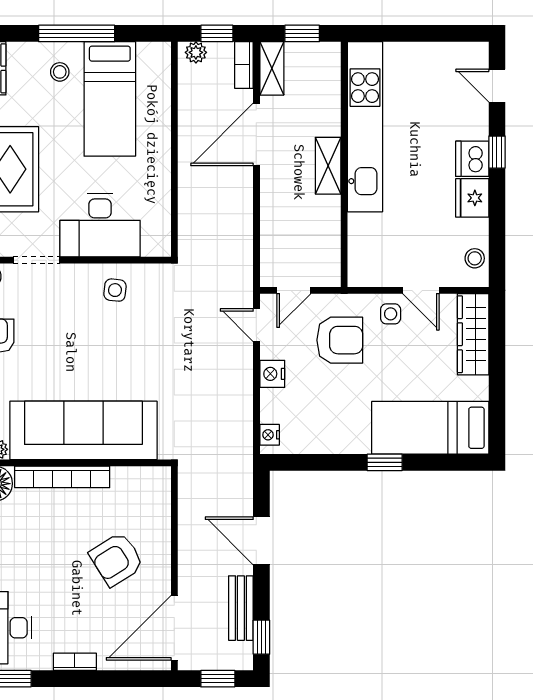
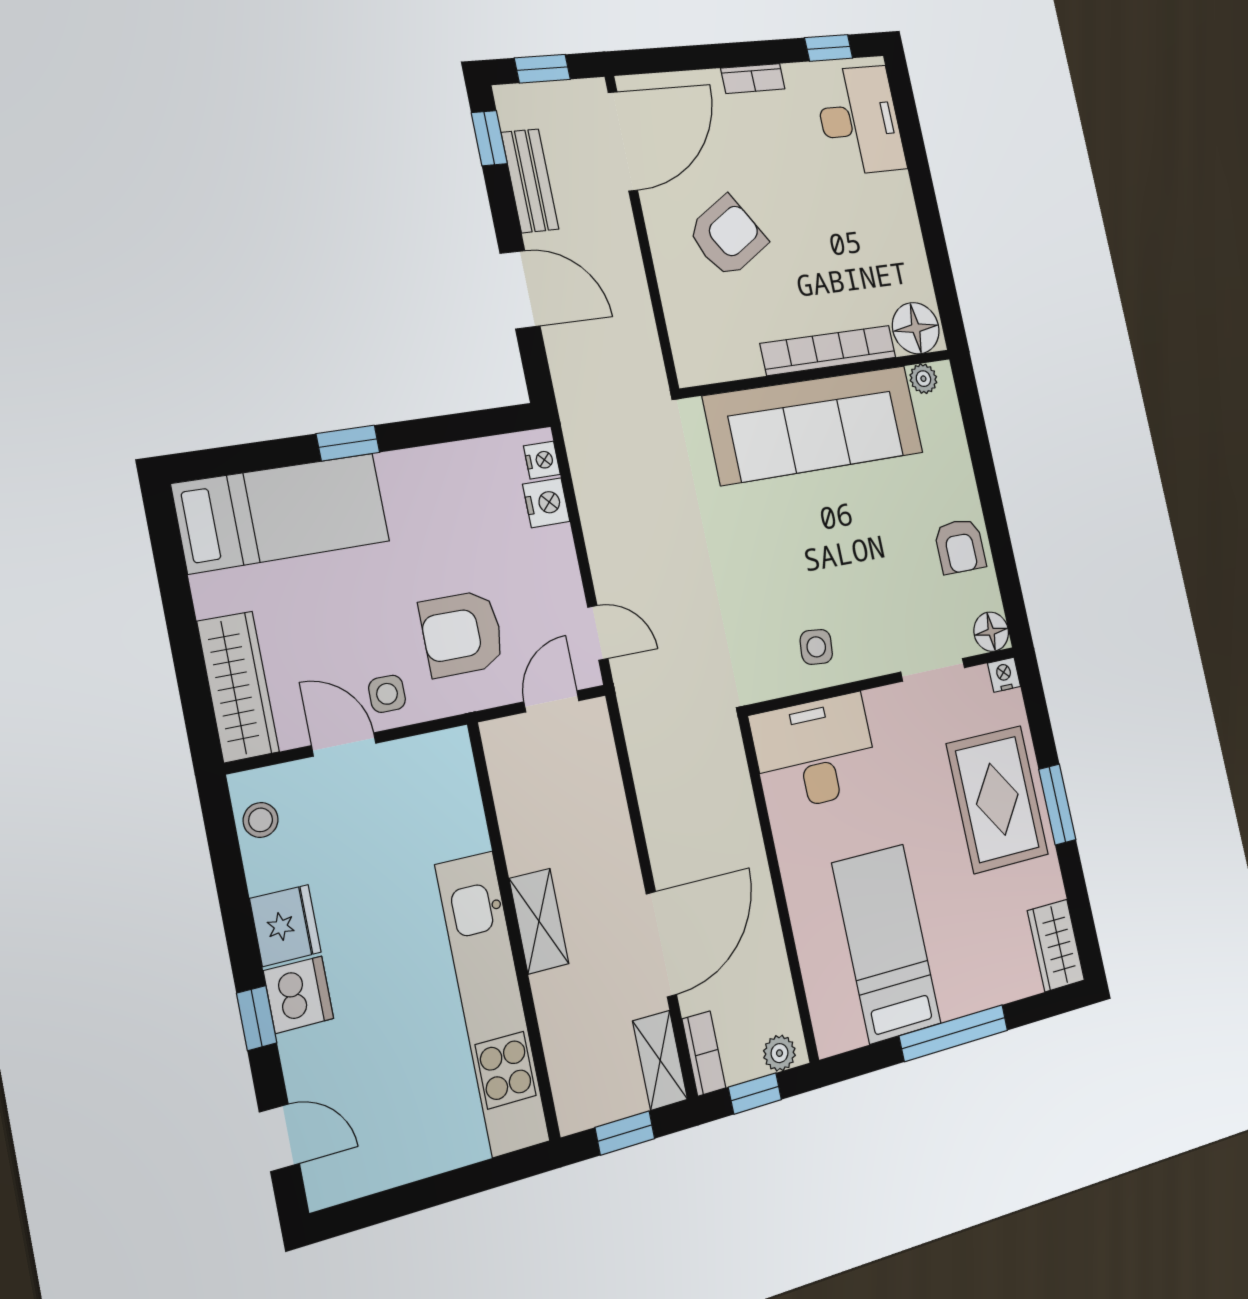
stool: (60, 72) -> (964, 966), removed
desk: (100, 225) -> (815, 752), moved
nightstand: (272, 374) -> (546, 503), moved

